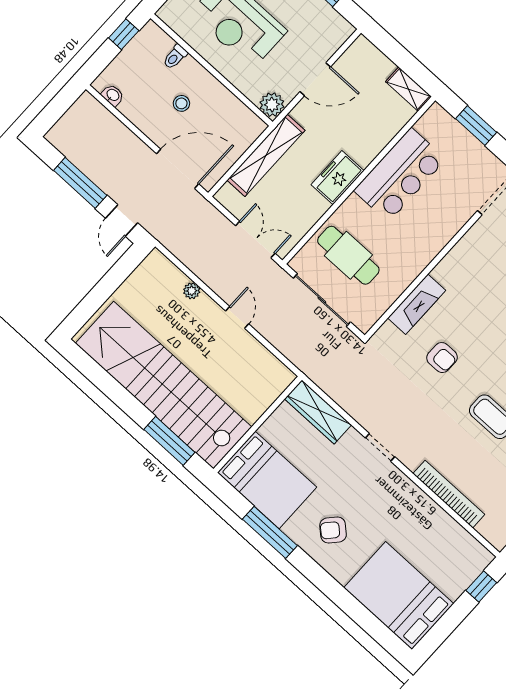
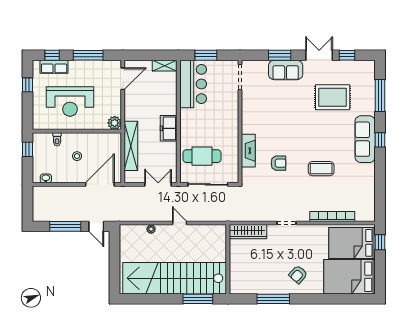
door: (315, 79) -> (123, 79), moved
bar counter: (400, 175) -> (193, 84), moved
bed: (267, 480) -> (352, 243), moved, turned 180

